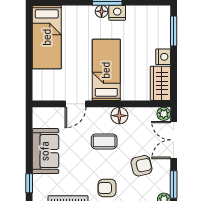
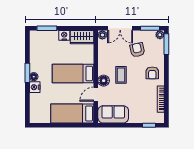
nightstand: (117, 13) -> (35, 87), moved
bed: (47, 37) -> (72, 113), moved, turned 180
door: (75, 104) -> (96, 94), swing flipped
floor lamp: (119, 116) -> (104, 81), moved
sofa: (45, 151) -> (113, 114), moved

